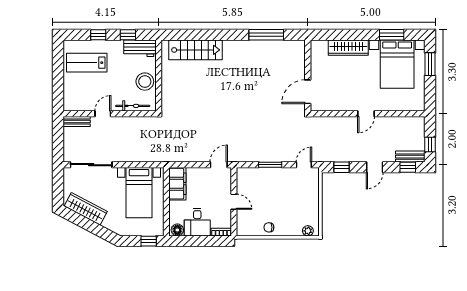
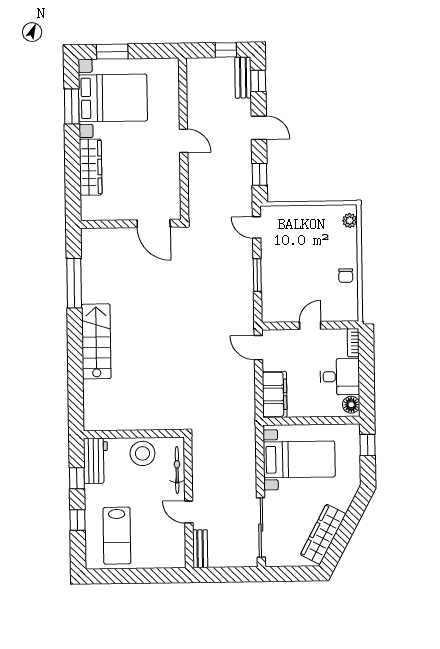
stairs: (195, 50) -> (96, 341), moved
filing cabinet: (177, 184) -> (275, 394), moved, turned 90

